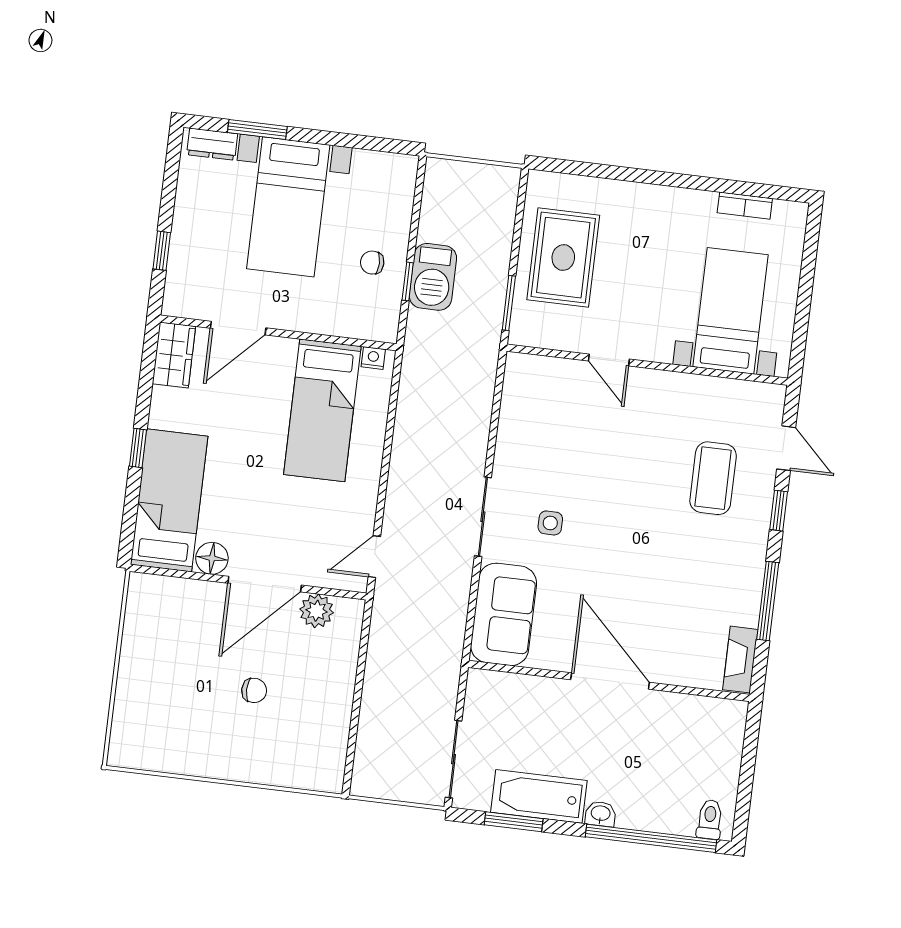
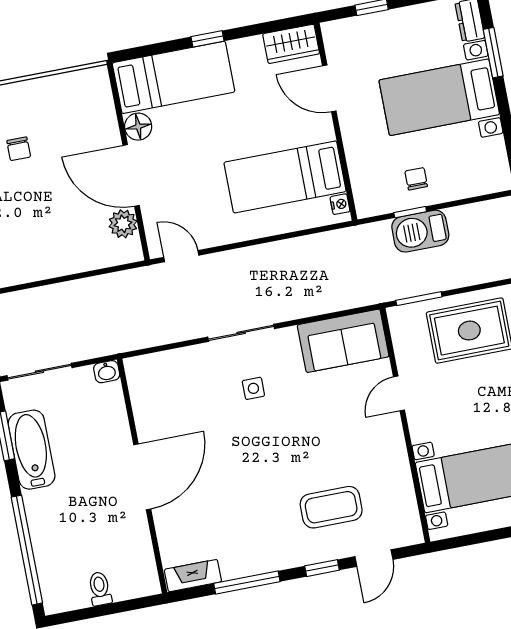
sofa: (504, 614) -> (343, 341), moved
chair: (254, 690) -> (19, 149), moved
washbasin: (601, 814) -> (107, 372), moved, turned 90
toilet: (710, 819) -> (100, 589), moved, turned -90

